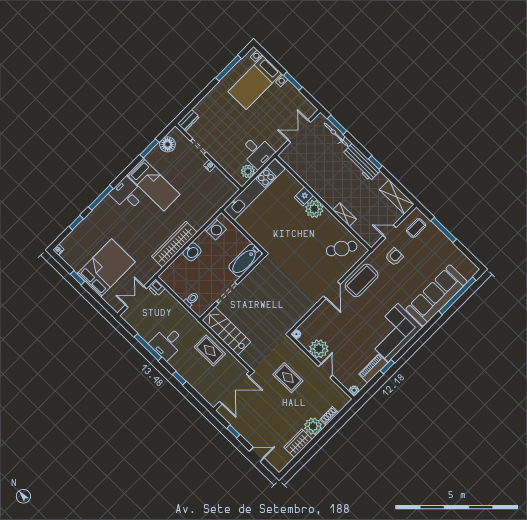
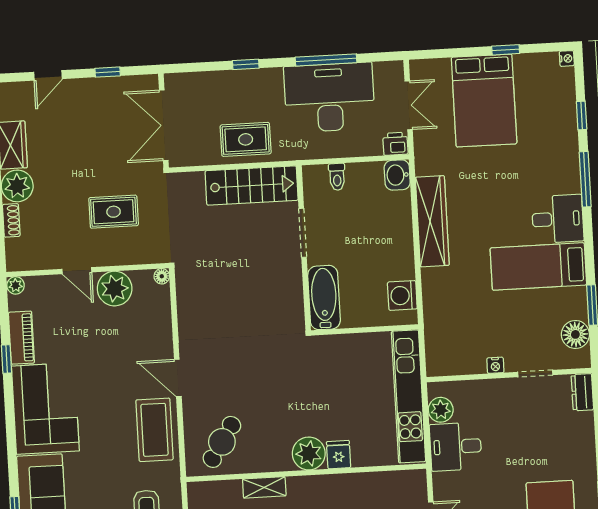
washbasin: (192, 252) -> (397, 175), moved
desk: (167, 343) -> (329, 97), width x1.87, depth x1.30

